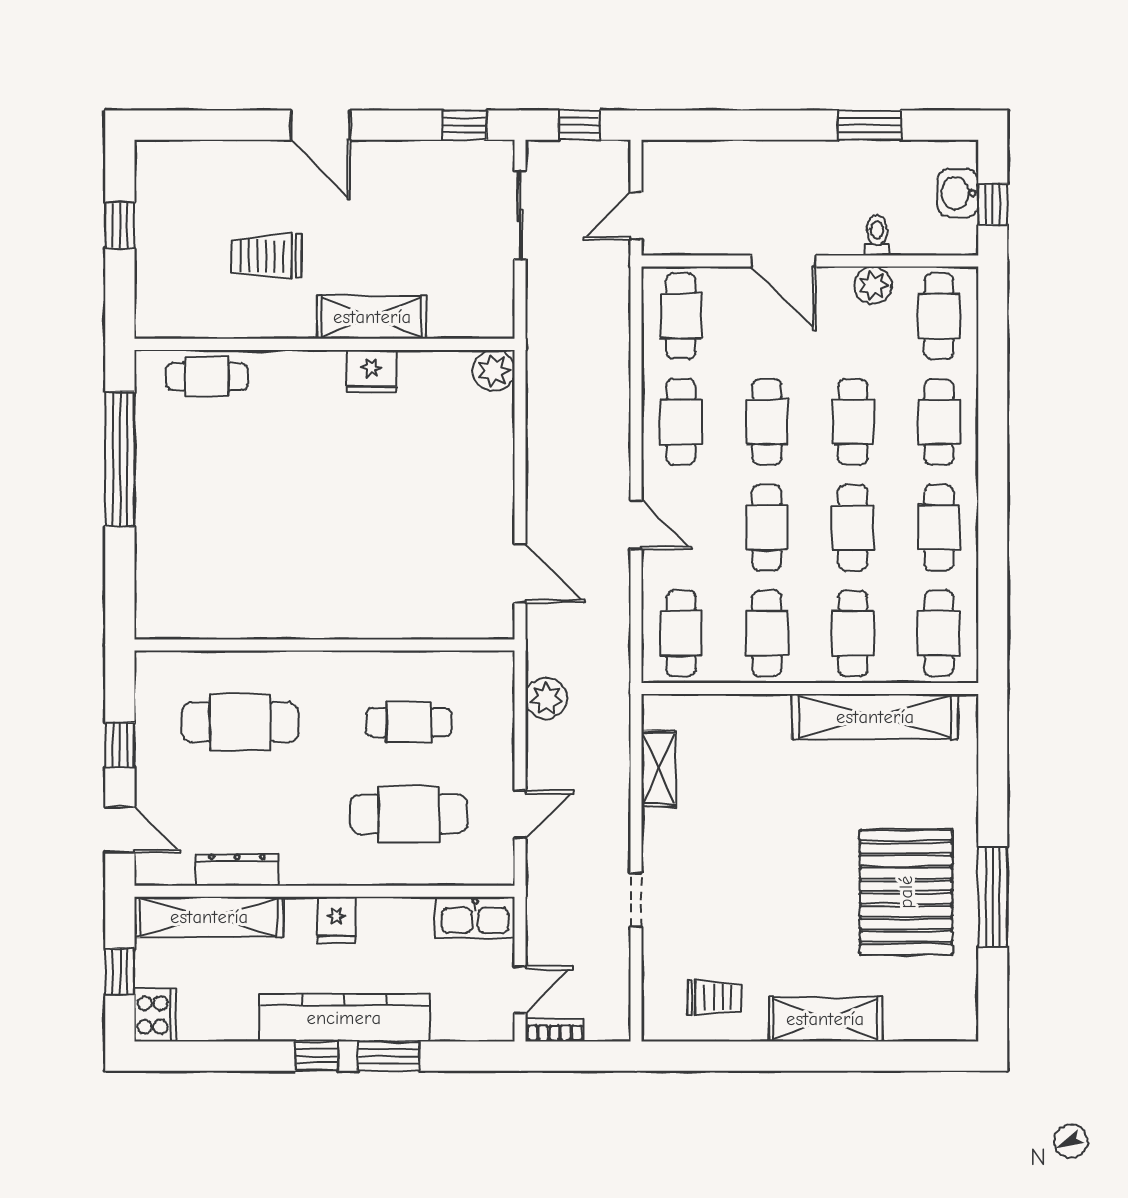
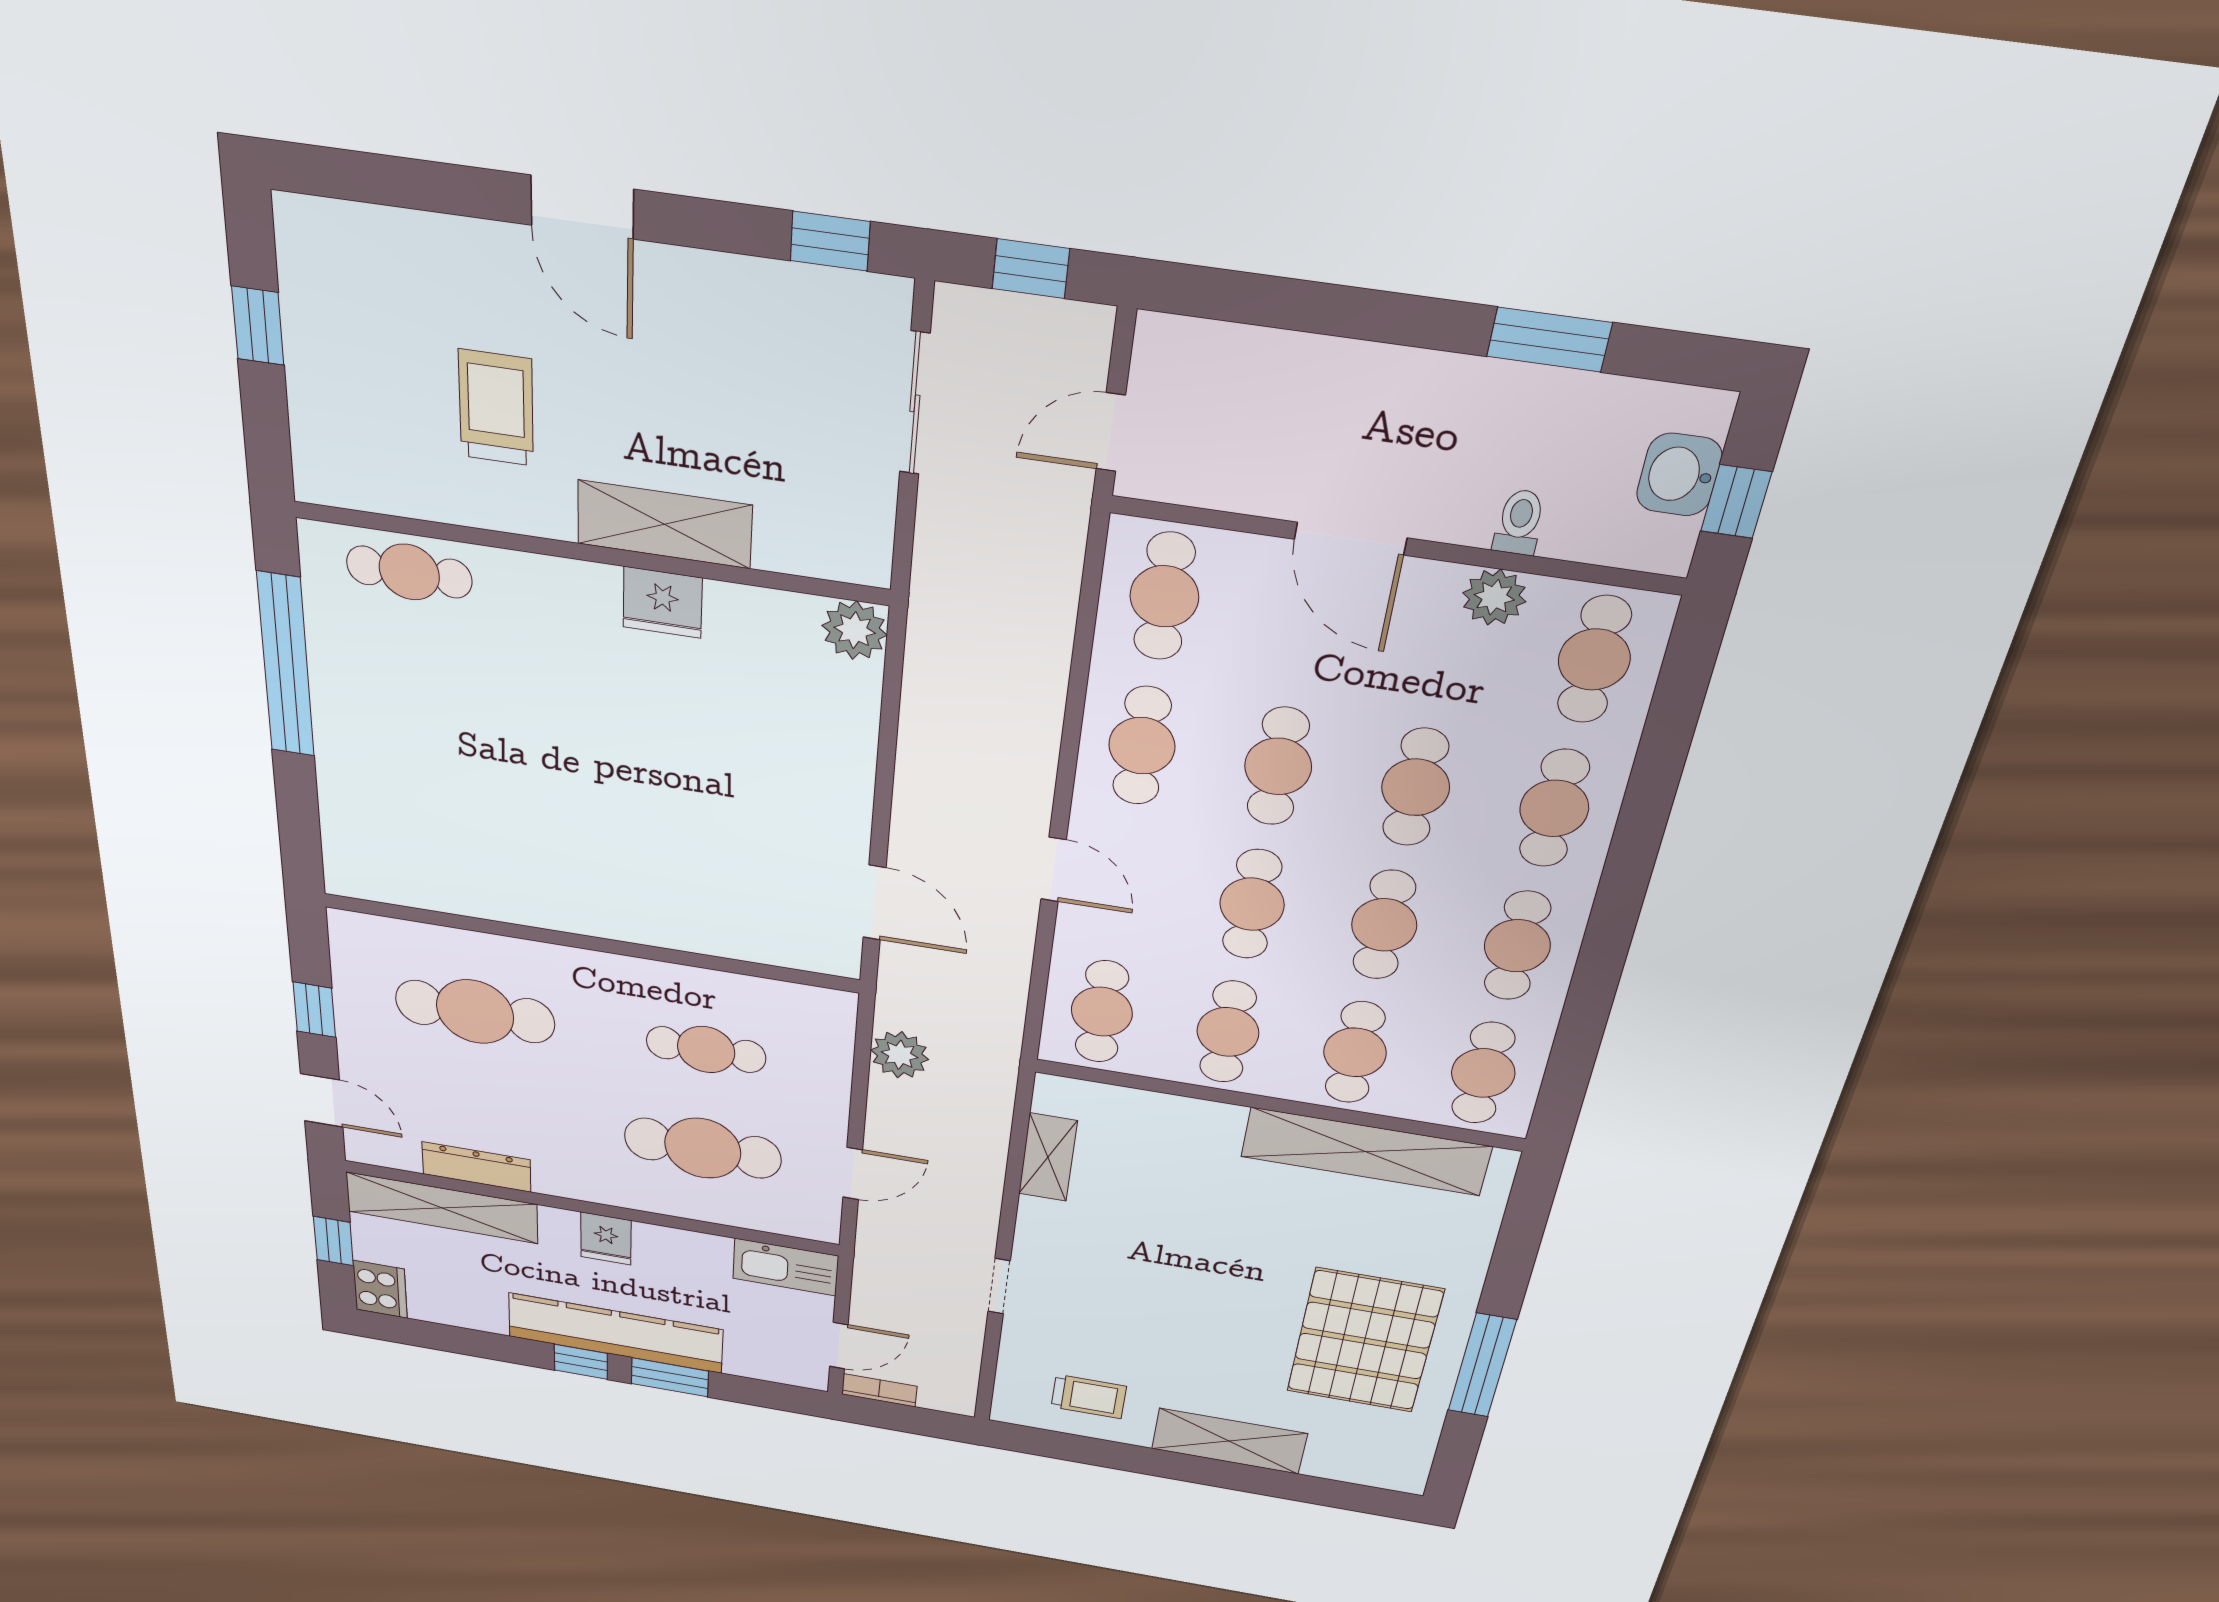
trolley: (267, 256) -> (496, 408), turned 90

